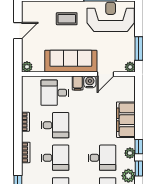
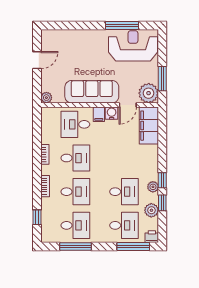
coffee table: (67, 19) -> (88, 48), removed
plant: (130, 67) -> (149, 93), width x1.87, depth x1.87
filing cabinet: (126, 120) -> (149, 126), moved

